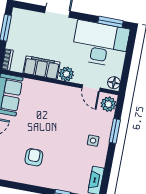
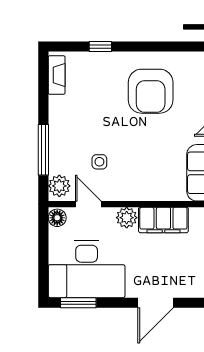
window: (115, 131) -> (43, 150), width x1.44
side table: (93, 141) -> (99, 162), moved
armchair: (34, 157) -> (151, 91), width x1.88, depth x1.88

